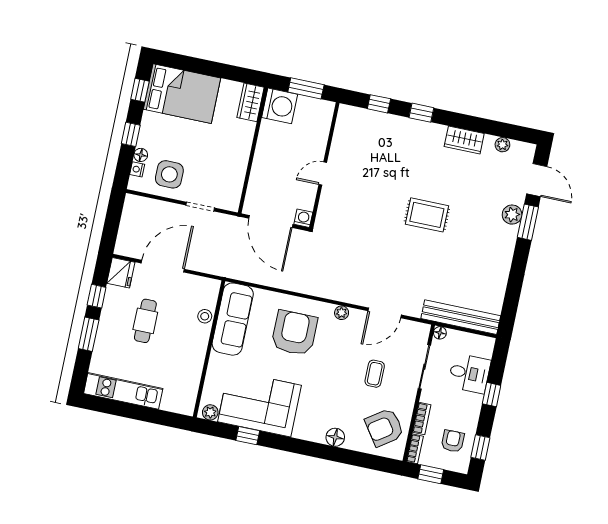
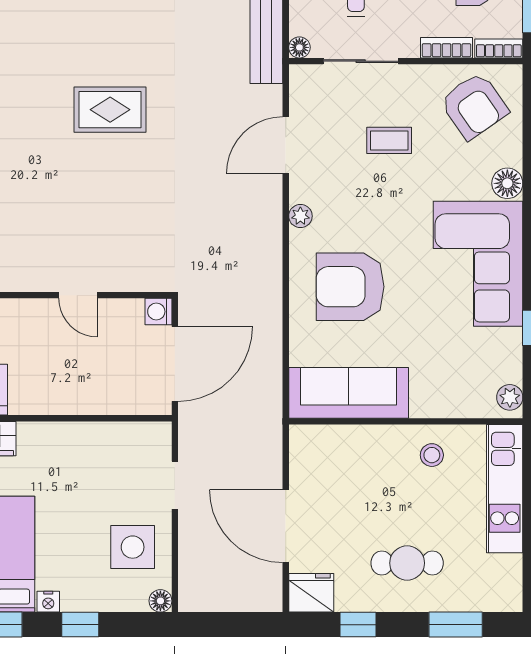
floor lamp: (141, 155) -> (160, 601), moved
nightstand: (137, 169) -> (48, 602), moved
rug: (427, 215) -> (110, 110), turned 90
door: (385, 313) -> (286, 145), swing flipped
stool: (205, 316) -> (432, 455), moved
cafe table: (145, 321) -> (407, 563), moved
window: (89, 334) -> (456, 625), moved
kitchen unit: (123, 391) -> (505, 489), moved
corner sofa: (260, 404) -> (478, 264), moved

